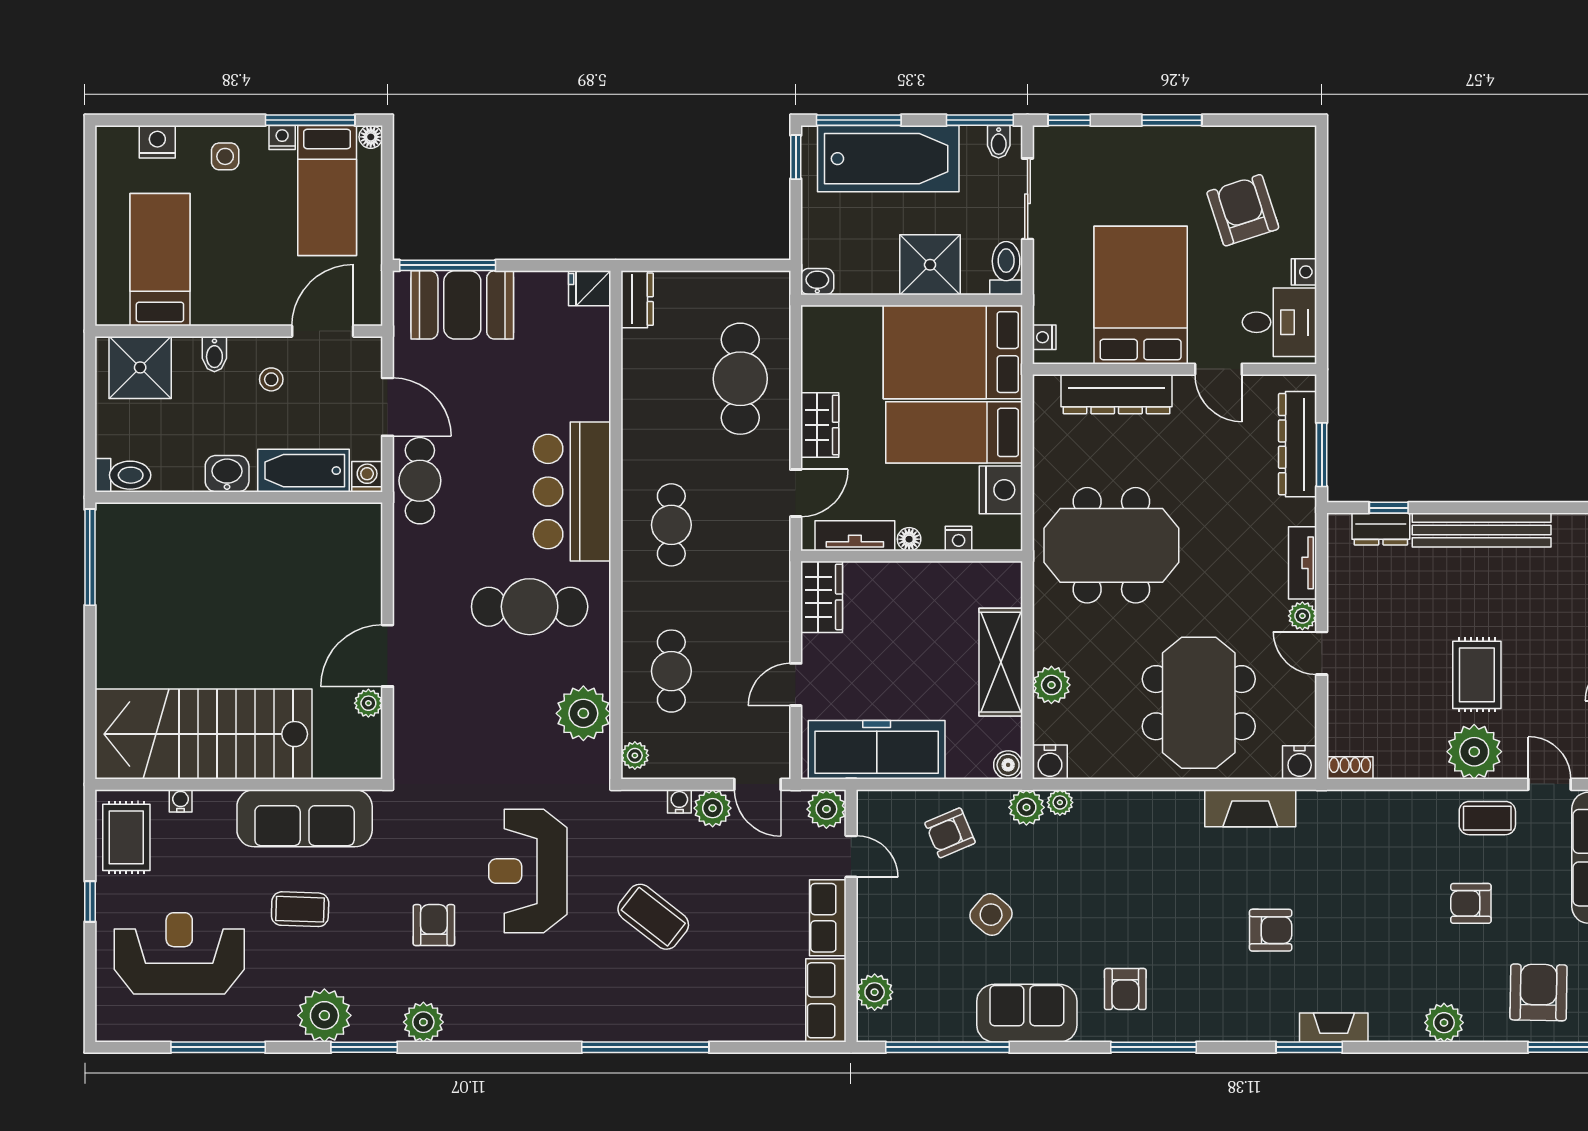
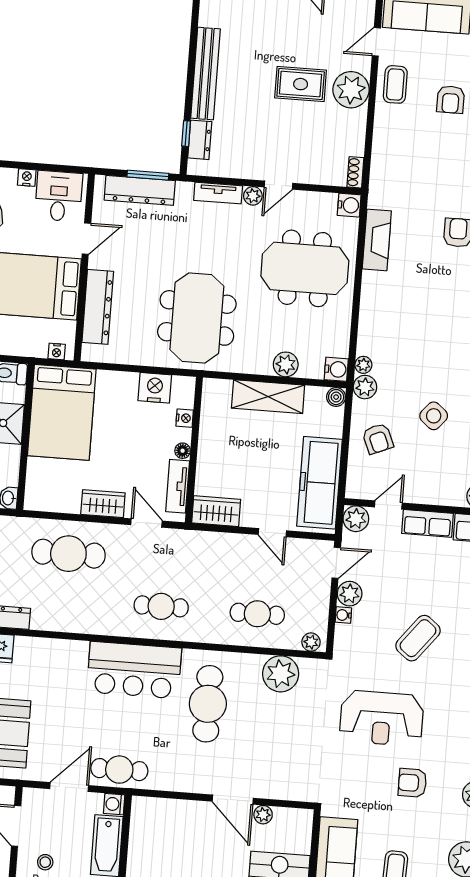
bed: (954, 432) -> (115, 416), removed

